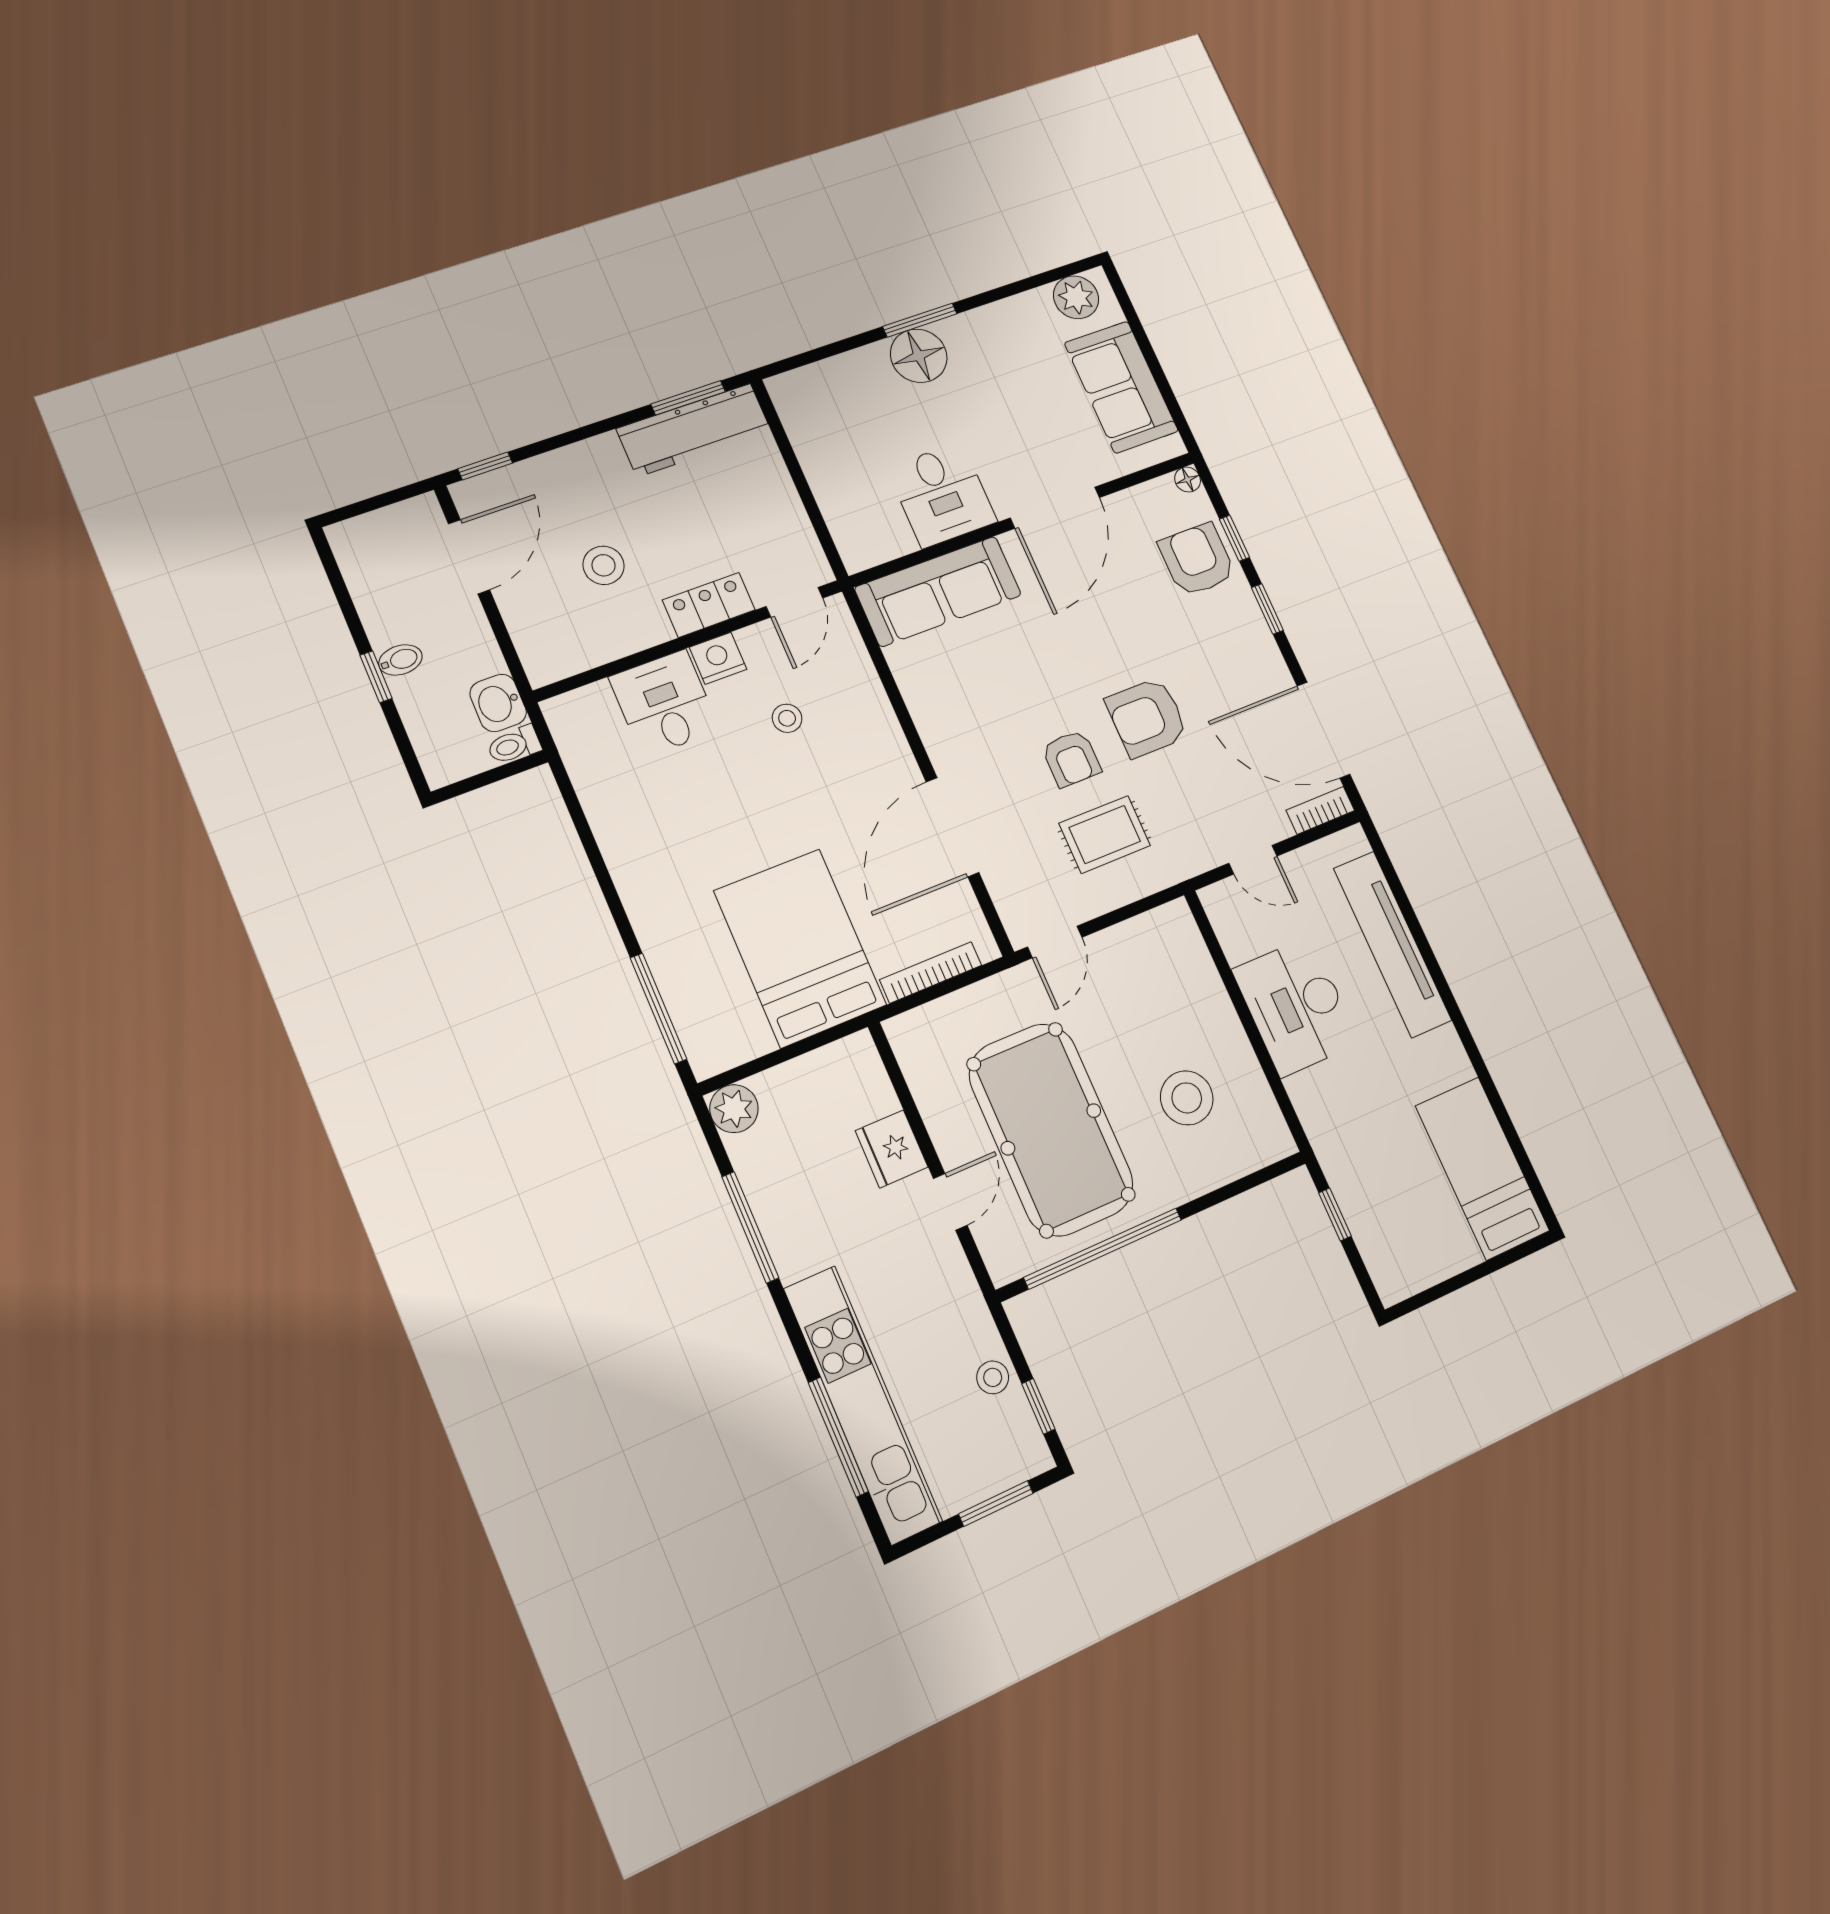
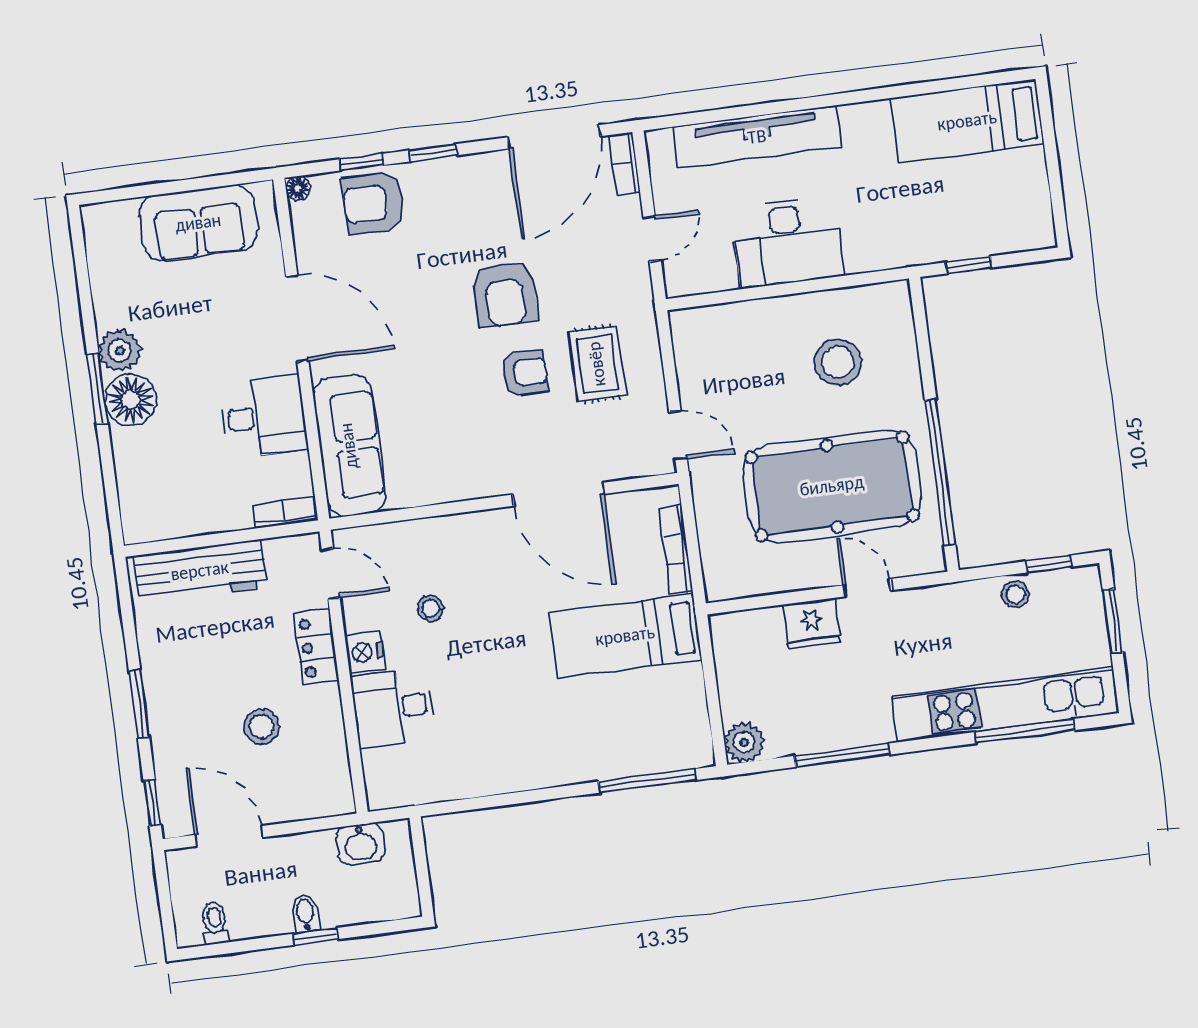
plant: (1076, 297) -> (120, 351), moved
window: (688, 398) -> (139, 704), moved
workbench: (694, 430) -> (200, 571), moved, turned 90
bookcase: (846, 538) -> (284, 513), added
toilet: (514, 745) -> (215, 923), moved, turned 180
bed: (800, 948) -> (625, 636), width x0.67

